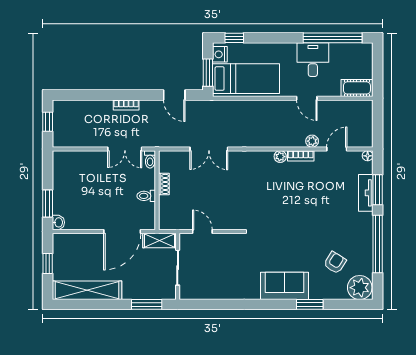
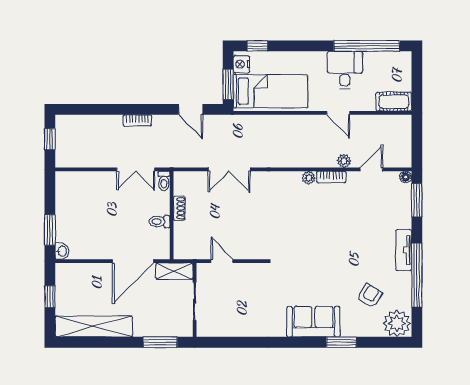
window: (378, 190) -> (417, 200), moved
tv unit: (366, 193) -> (404, 250), moved

